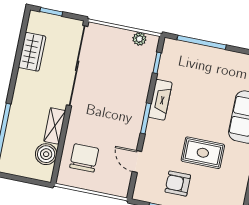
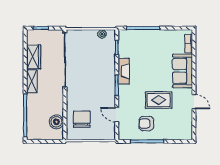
shelving: (55, 126) -> (32, 81), moved

